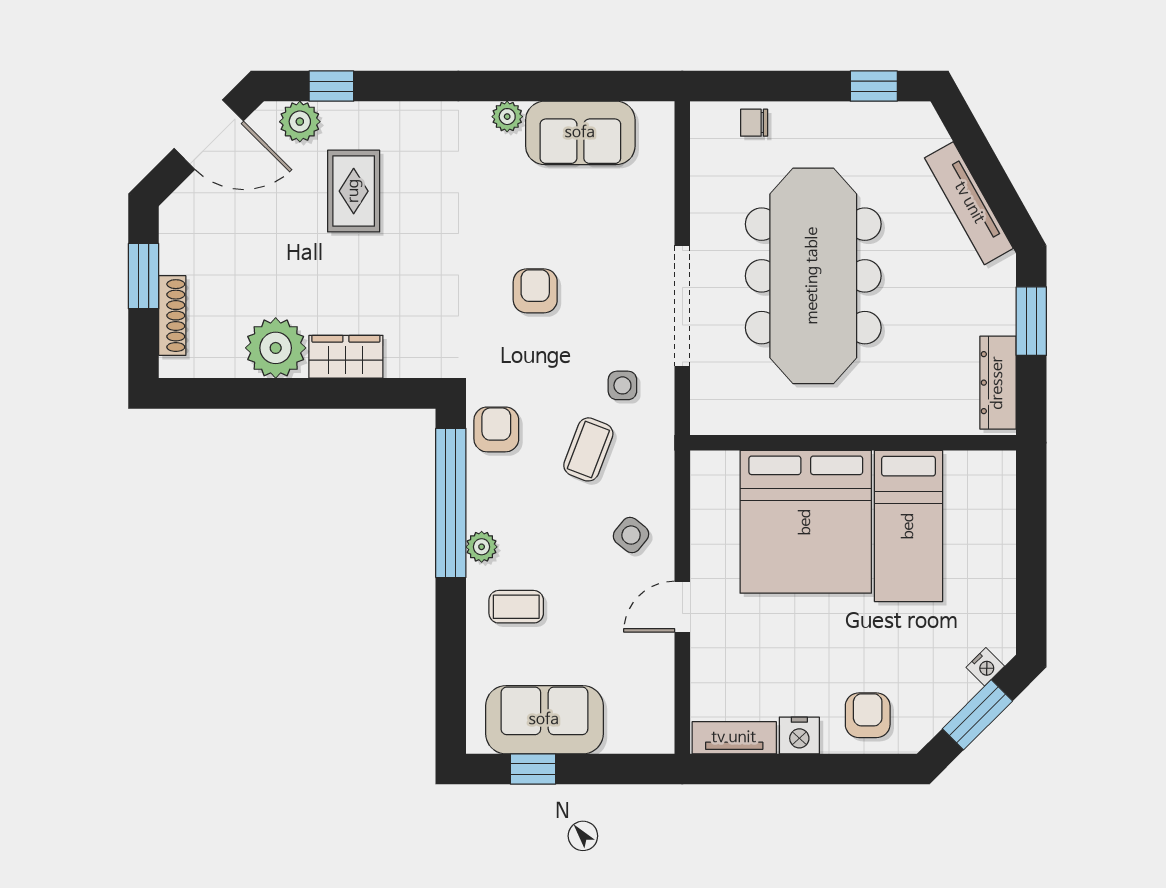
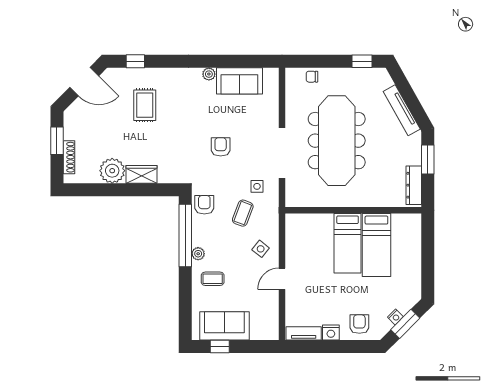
plant: (300, 122) -> (122, 76), removed
bed: (806, 522) -> (348, 243), width x0.49
nightstand: (985, 667) -> (395, 317), moved

